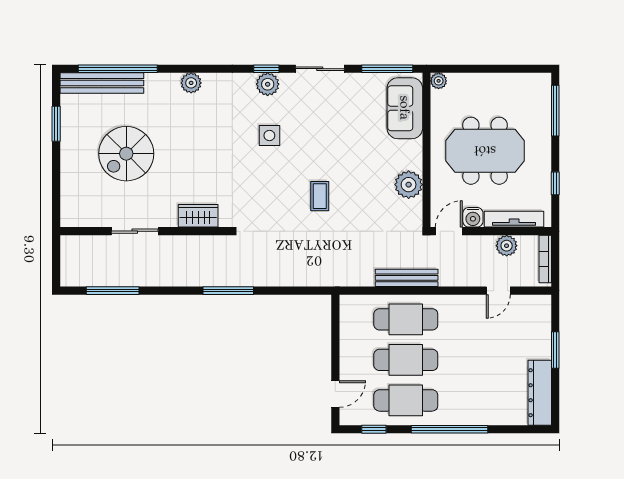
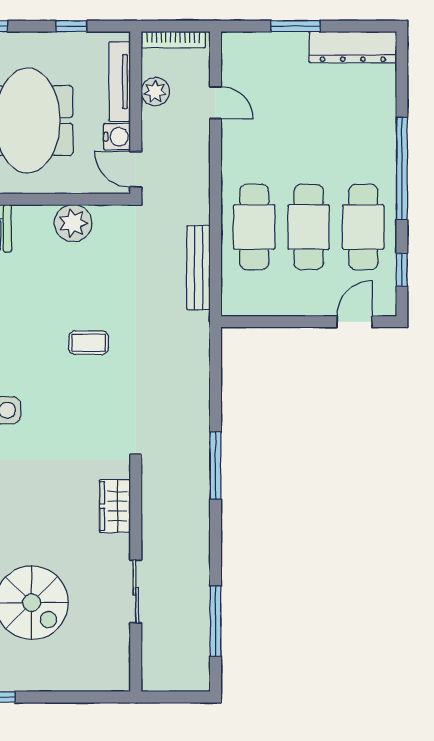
bench: (407, 278) -> (198, 268), moved
door: (335, 394) -> (354, 322), hinge flipped

